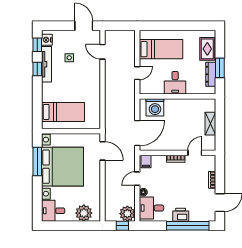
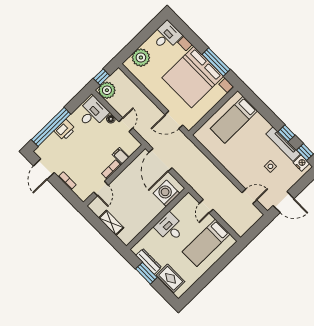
filing cabinet: (146, 162) -> (121, 156), moved

